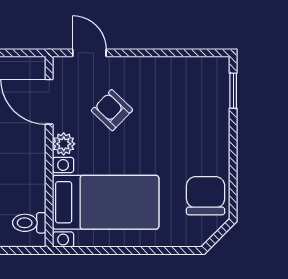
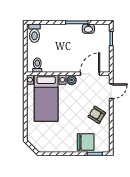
armchair: (112, 110) -> (97, 115), moved, turned -102
chair: (206, 196) -> (86, 142), moved

